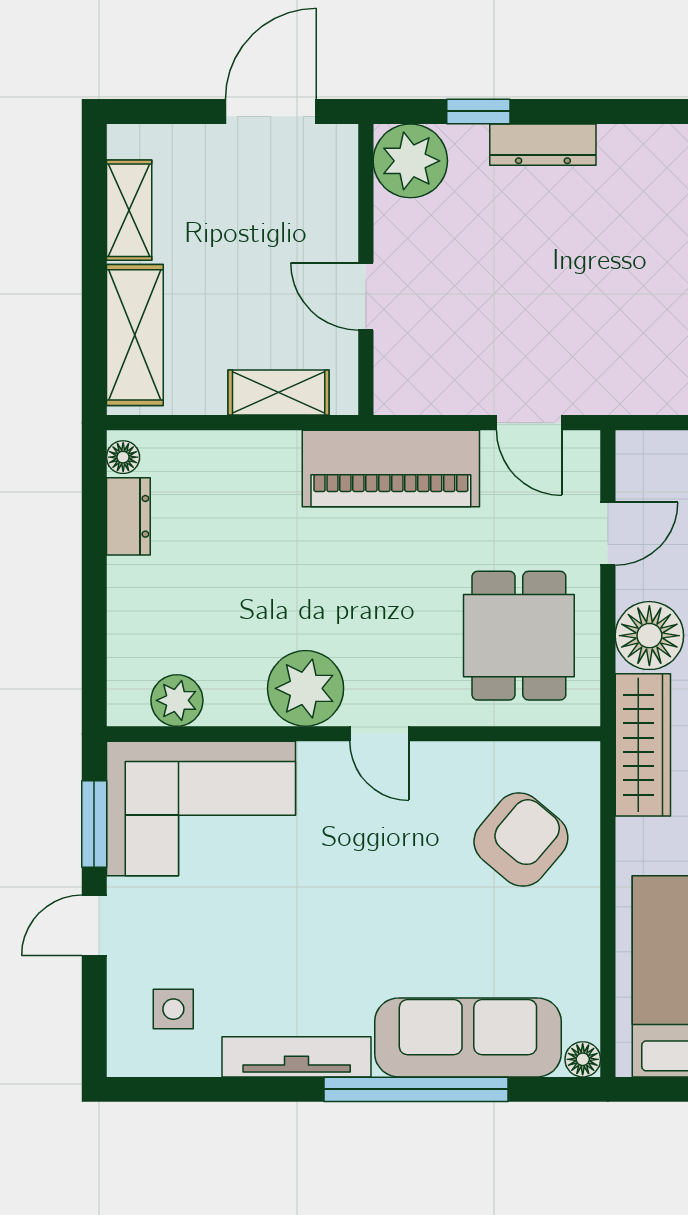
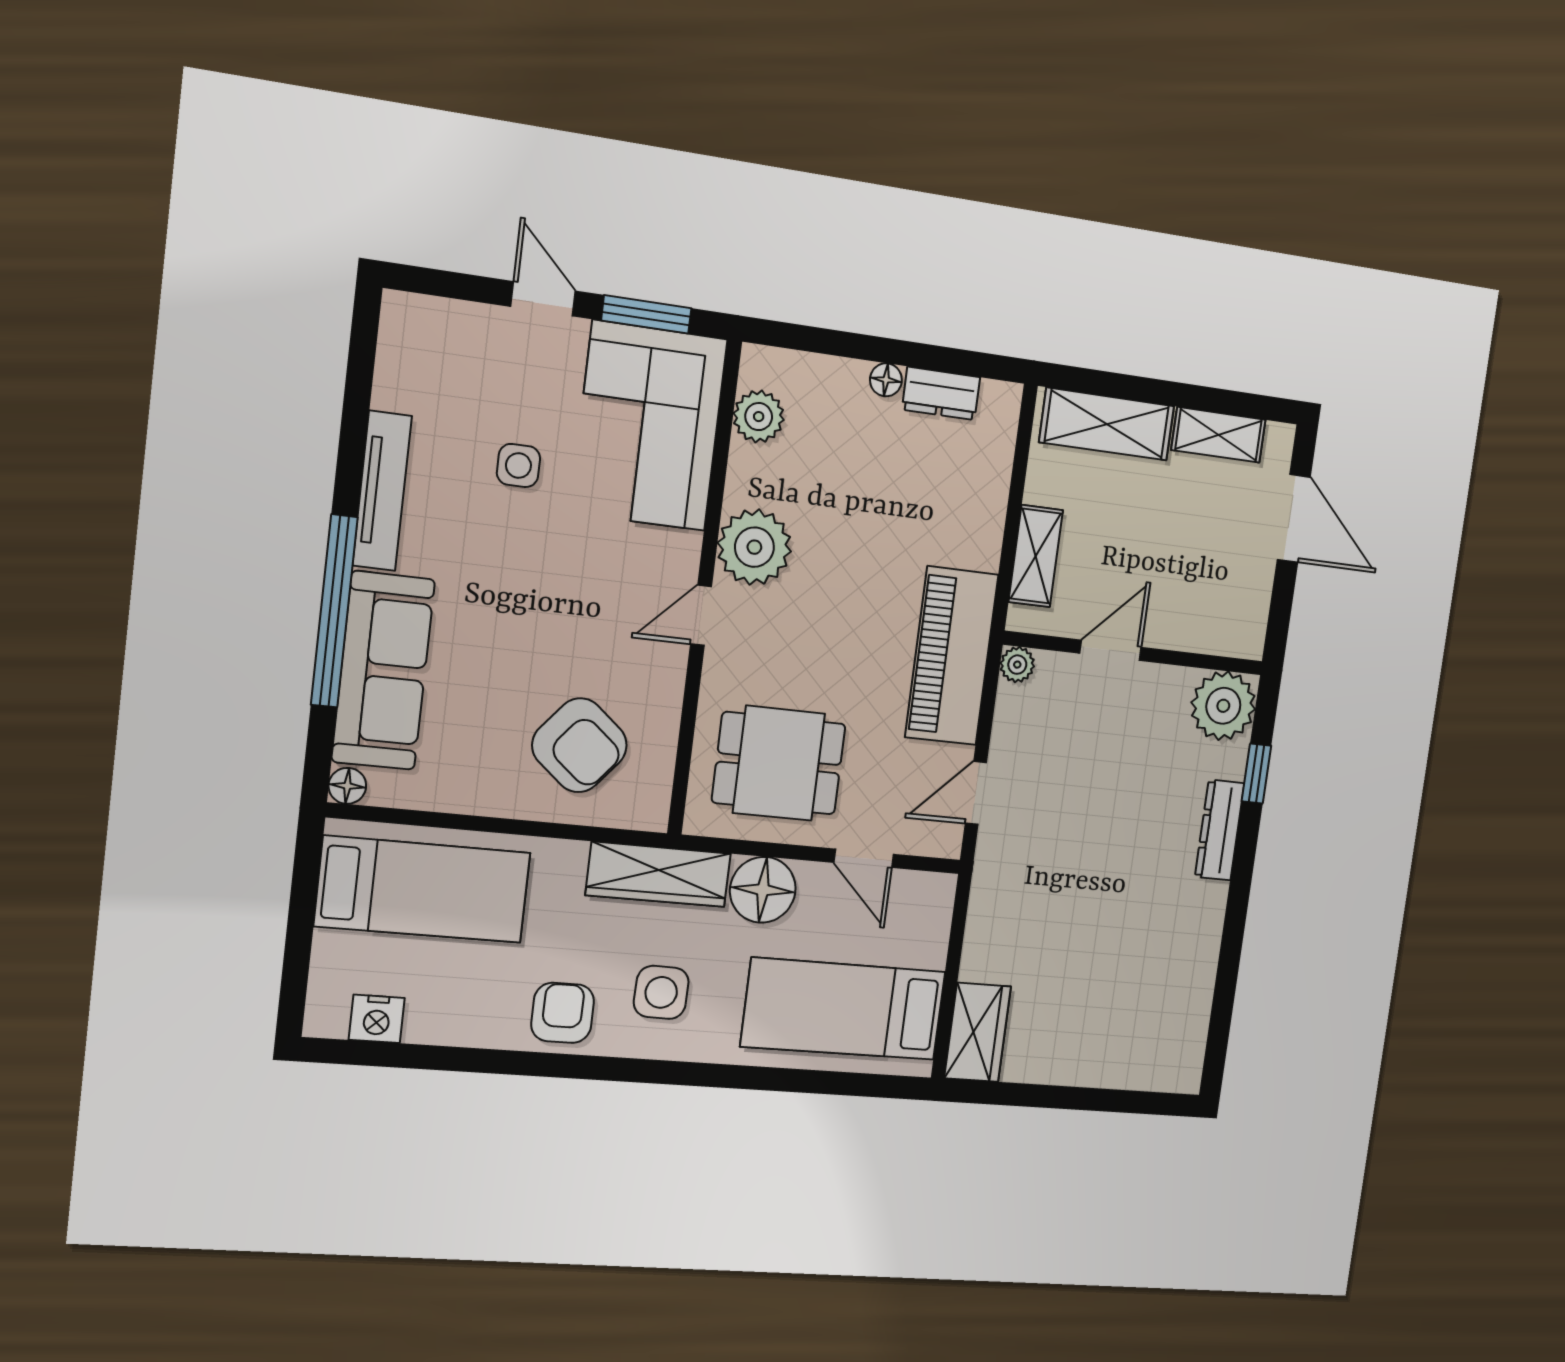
door: (271, 111) -> (1294, 518), moved
plant: (392, 397) -> (1017, 665), added
floor lamp: (123, 457) -> (886, 380), moved
side table: (173, 1009) -> (518, 465), moved

